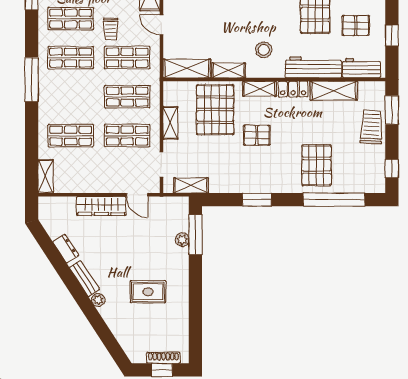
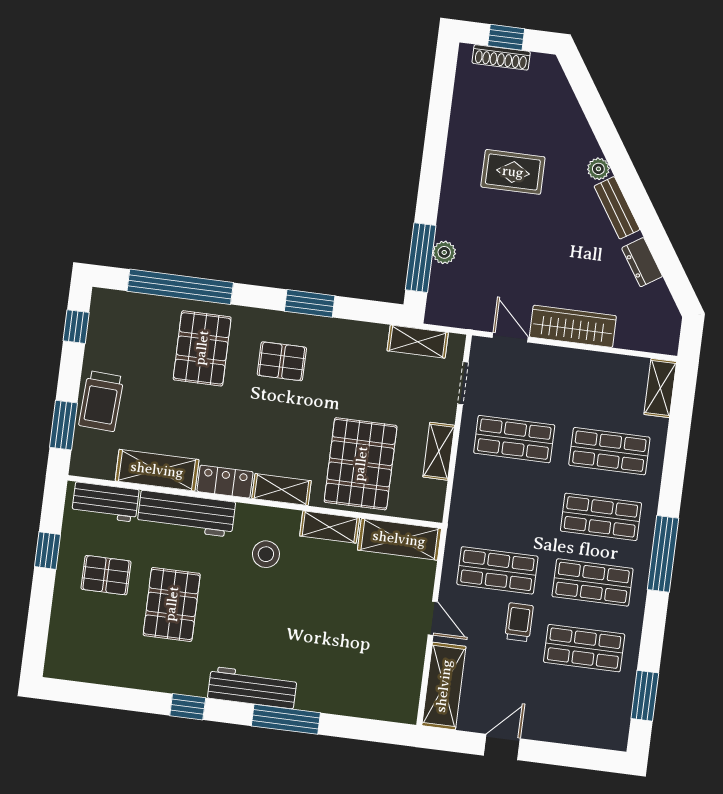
shop shelf: (127, 97) -> (601, 517), moved
pallet: (257, 135) -> (282, 361), moved

